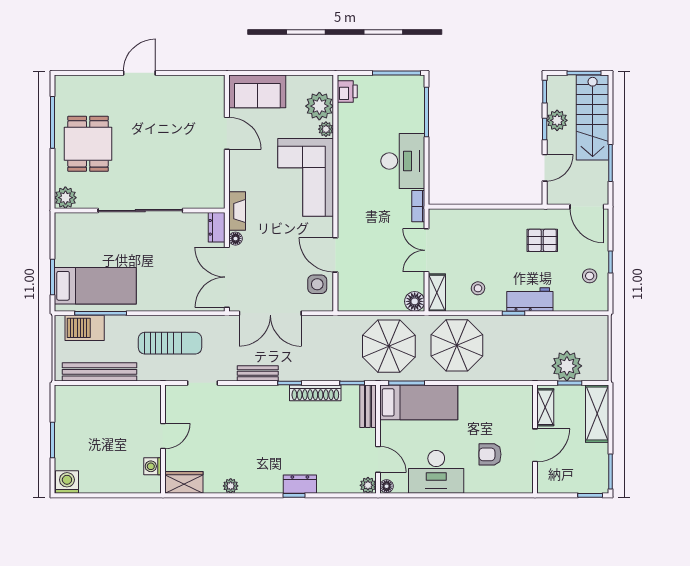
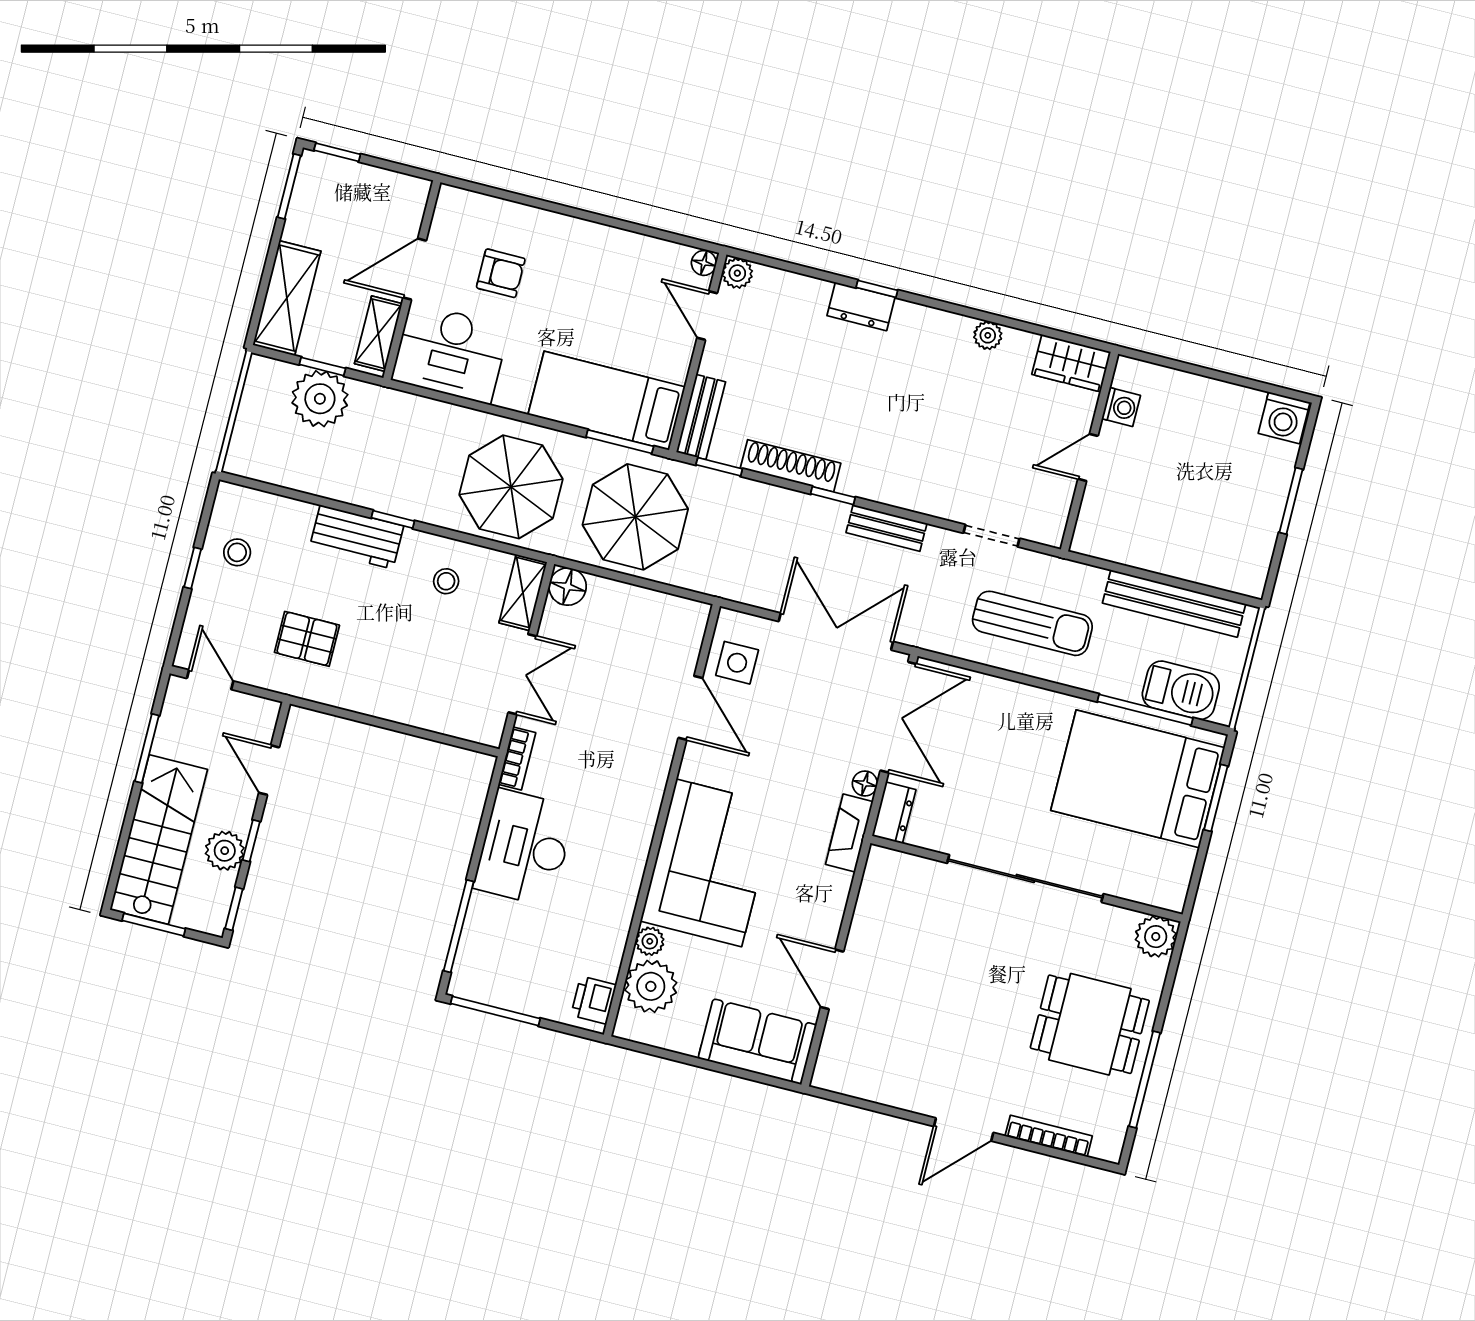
bookcase: (95, 81) -> (1049, 1136), added
dining table: (88, 144) -> (1090, 1024), turned 90
door: (545, 168) -> (269, 770), hinge flipped
door: (587, 207) -> (210, 680), width x0.73
bed: (95, 286) -> (1138, 779), width x1.50
sun lounger: (170, 343) -> (1032, 623), turned 180
desk: (436, 472) -> (450, 353), moved, turned 180

